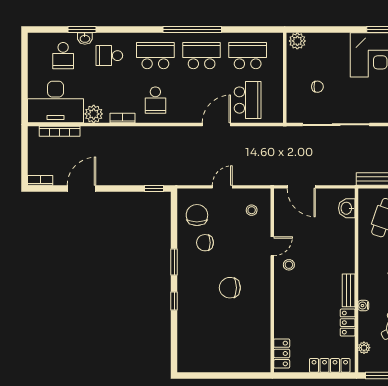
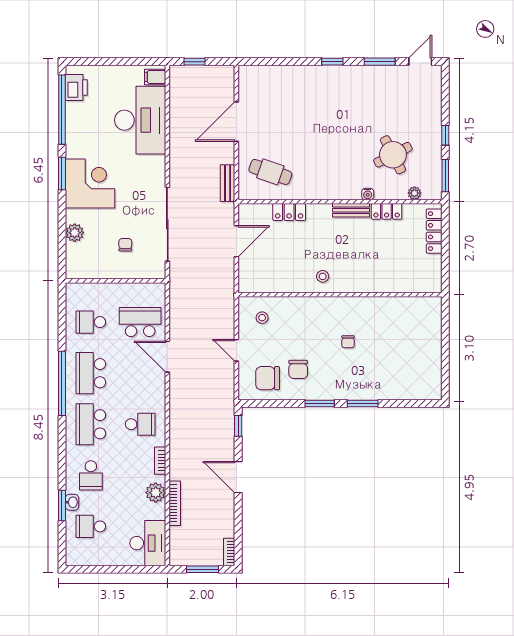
plant: (297, 41) -> (75, 233), moved
school desk: (63, 56) -> (91, 526), turned 180
school desk: (248, 56) -> (91, 322), width x0.54
desk: (56, 102) -> (148, 543), width x0.73, depth x0.77
bookcase: (60, 131) -> (175, 503), moved
window: (24, 156) -> (203, 569), added
door: (301, 187) -> (236, 241), moved
door: (81, 188) -> (238, 477), moved
washbasin: (347, 208) -> (260, 212), removed
door: (272, 246) -> (302, 295), removed
chair: (230, 288) -> (348, 342), width x0.54, depth x0.54
window: (174, 301) -> (363, 404), width x1.50
locker: (282, 353) -> (289, 212), moved, turned 180

